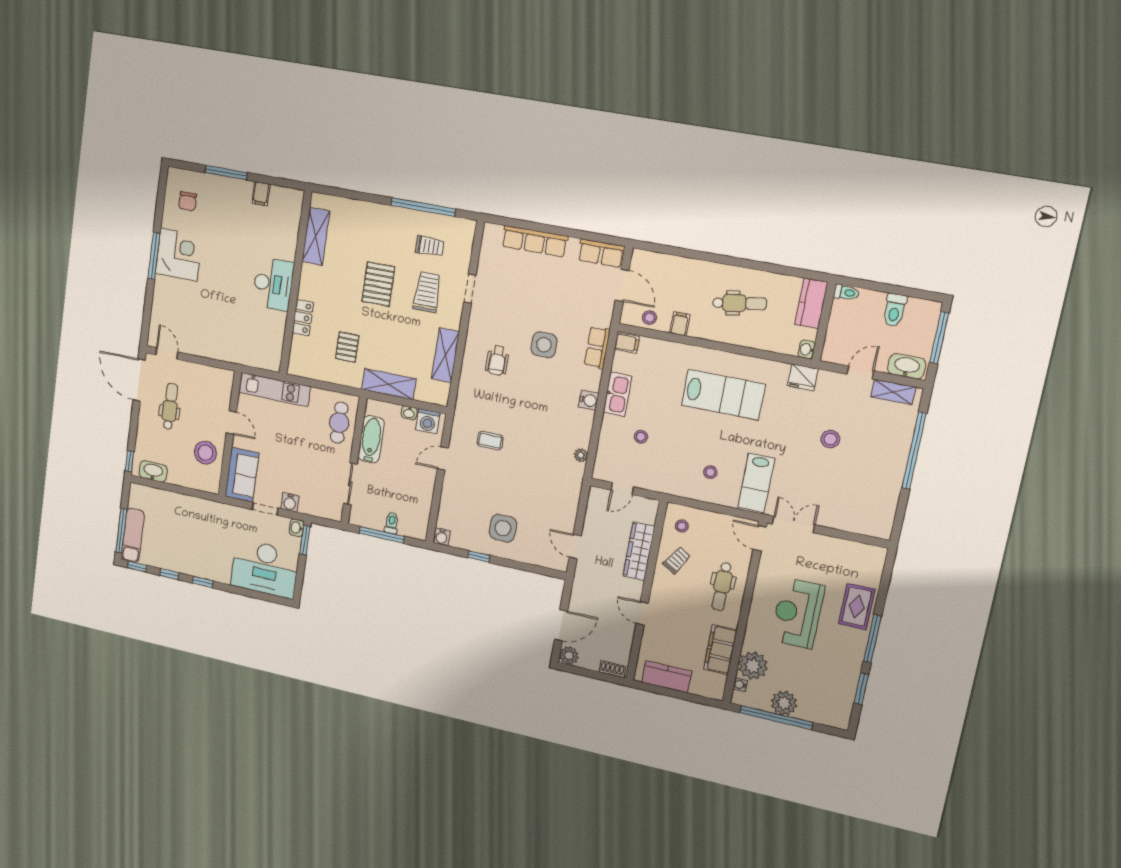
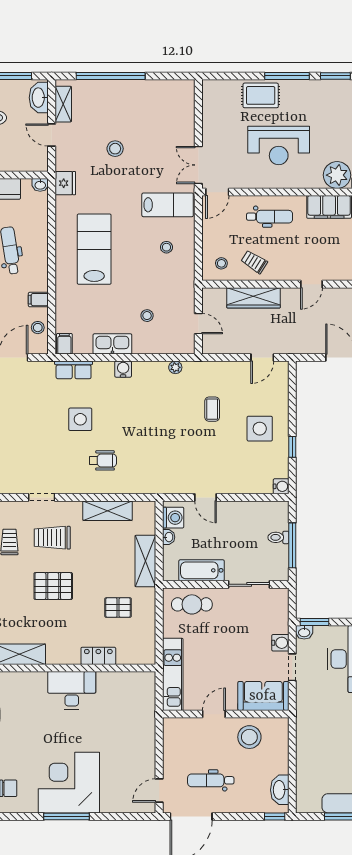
corner desk: (179, 255) -> (69, 783), width x1.36, depth x1.36
coffee table: (490, 441) -> (212, 409), moved

